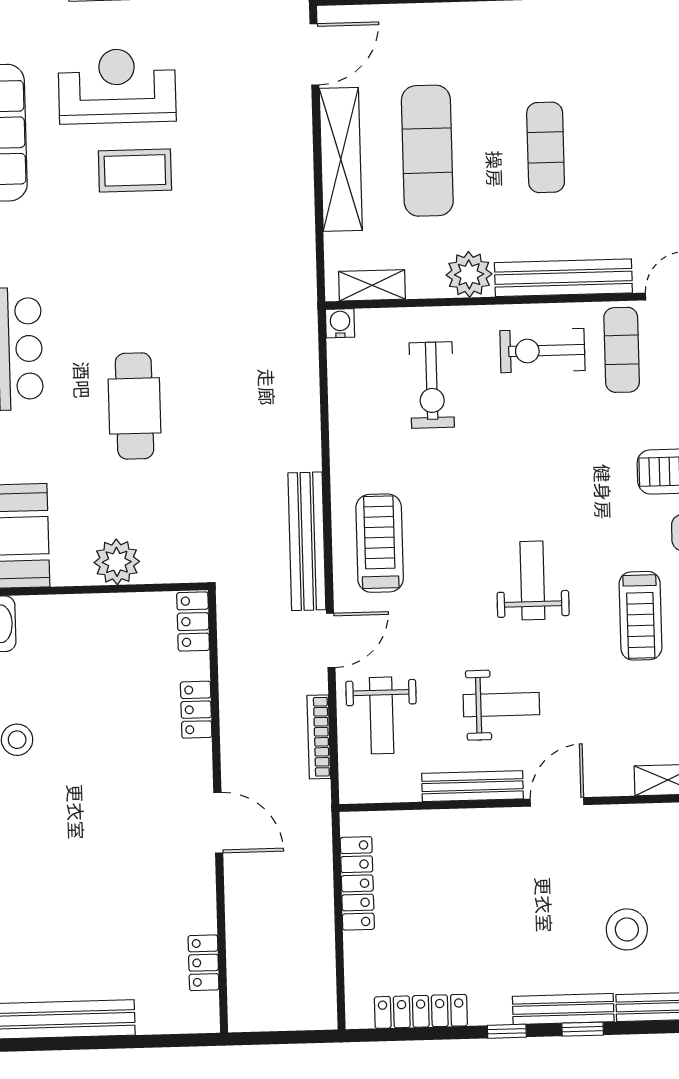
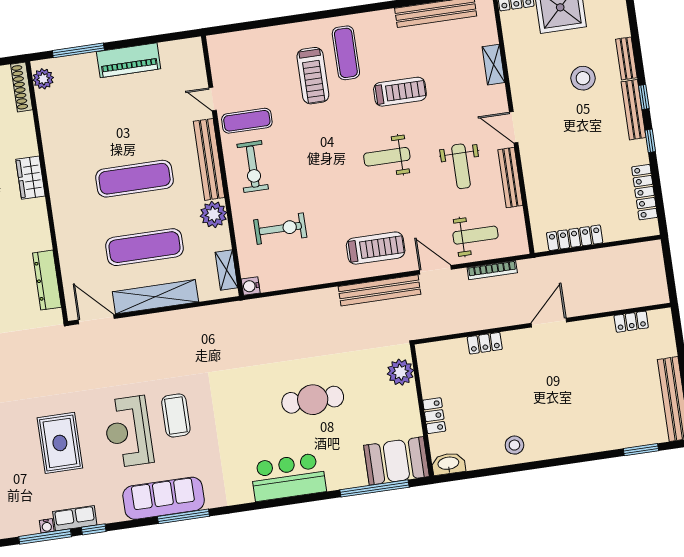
exercise mat: (546, 147) -> (135, 179), width x1.36, depth x1.45
treadmill: (380, 543) -> (376, 248), turned 180
plant: (117, 562) -> (400, 372), moved
locker: (193, 622) -> (434, 416), moved, turned -90
weight bench: (501, 705) -> (461, 166), turned 180

